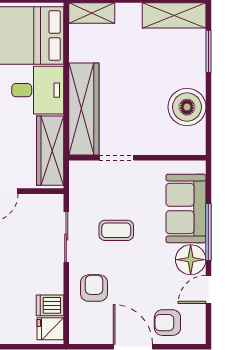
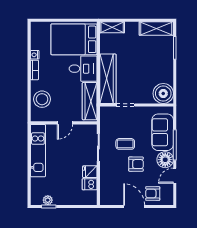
boiler: (187, 107) -> (163, 93), moved
armchair: (94, 288) -> (136, 164), moved, turned 90
fridge: (50, 329) -> (90, 172), moved

